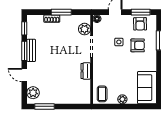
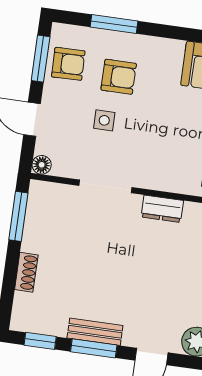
window: (61, 12) -> (18, 216), moved
plant: (85, 29) -> (62, 198), removed
armchair: (138, 45) -> (119, 77), turned 90

